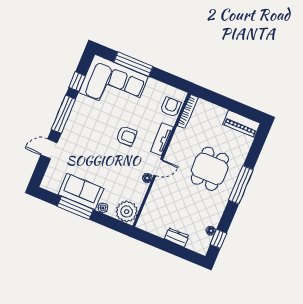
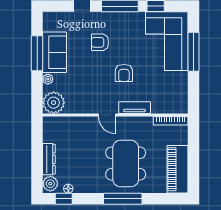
armchair: (171, 107) -> (100, 42), moved, turned 180
piano: (242, 124) -> (178, 169), width x1.37, depth x1.33
dining table: (210, 169) -> (126, 164), width x1.38
floor lamp: (147, 178) -> (93, 109), removed
dresser: (177, 237) -> (49, 159), width x1.44
plant: (200, 245) -> (50, 184), added

